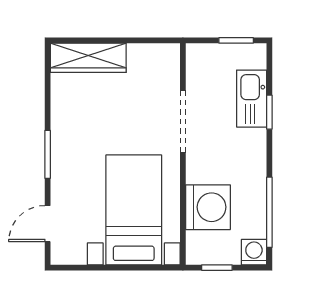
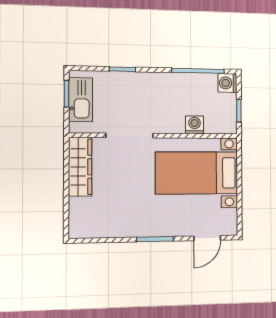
wardrobe: (88, 58) -> (80, 167), moved
kitchen sink: (252, 99) -> (81, 100), moved, turned -90
washing machine: (208, 207) -> (195, 125), width x0.53, depth x0.53
door: (48, 224) -> (207, 238), hinge flipped

